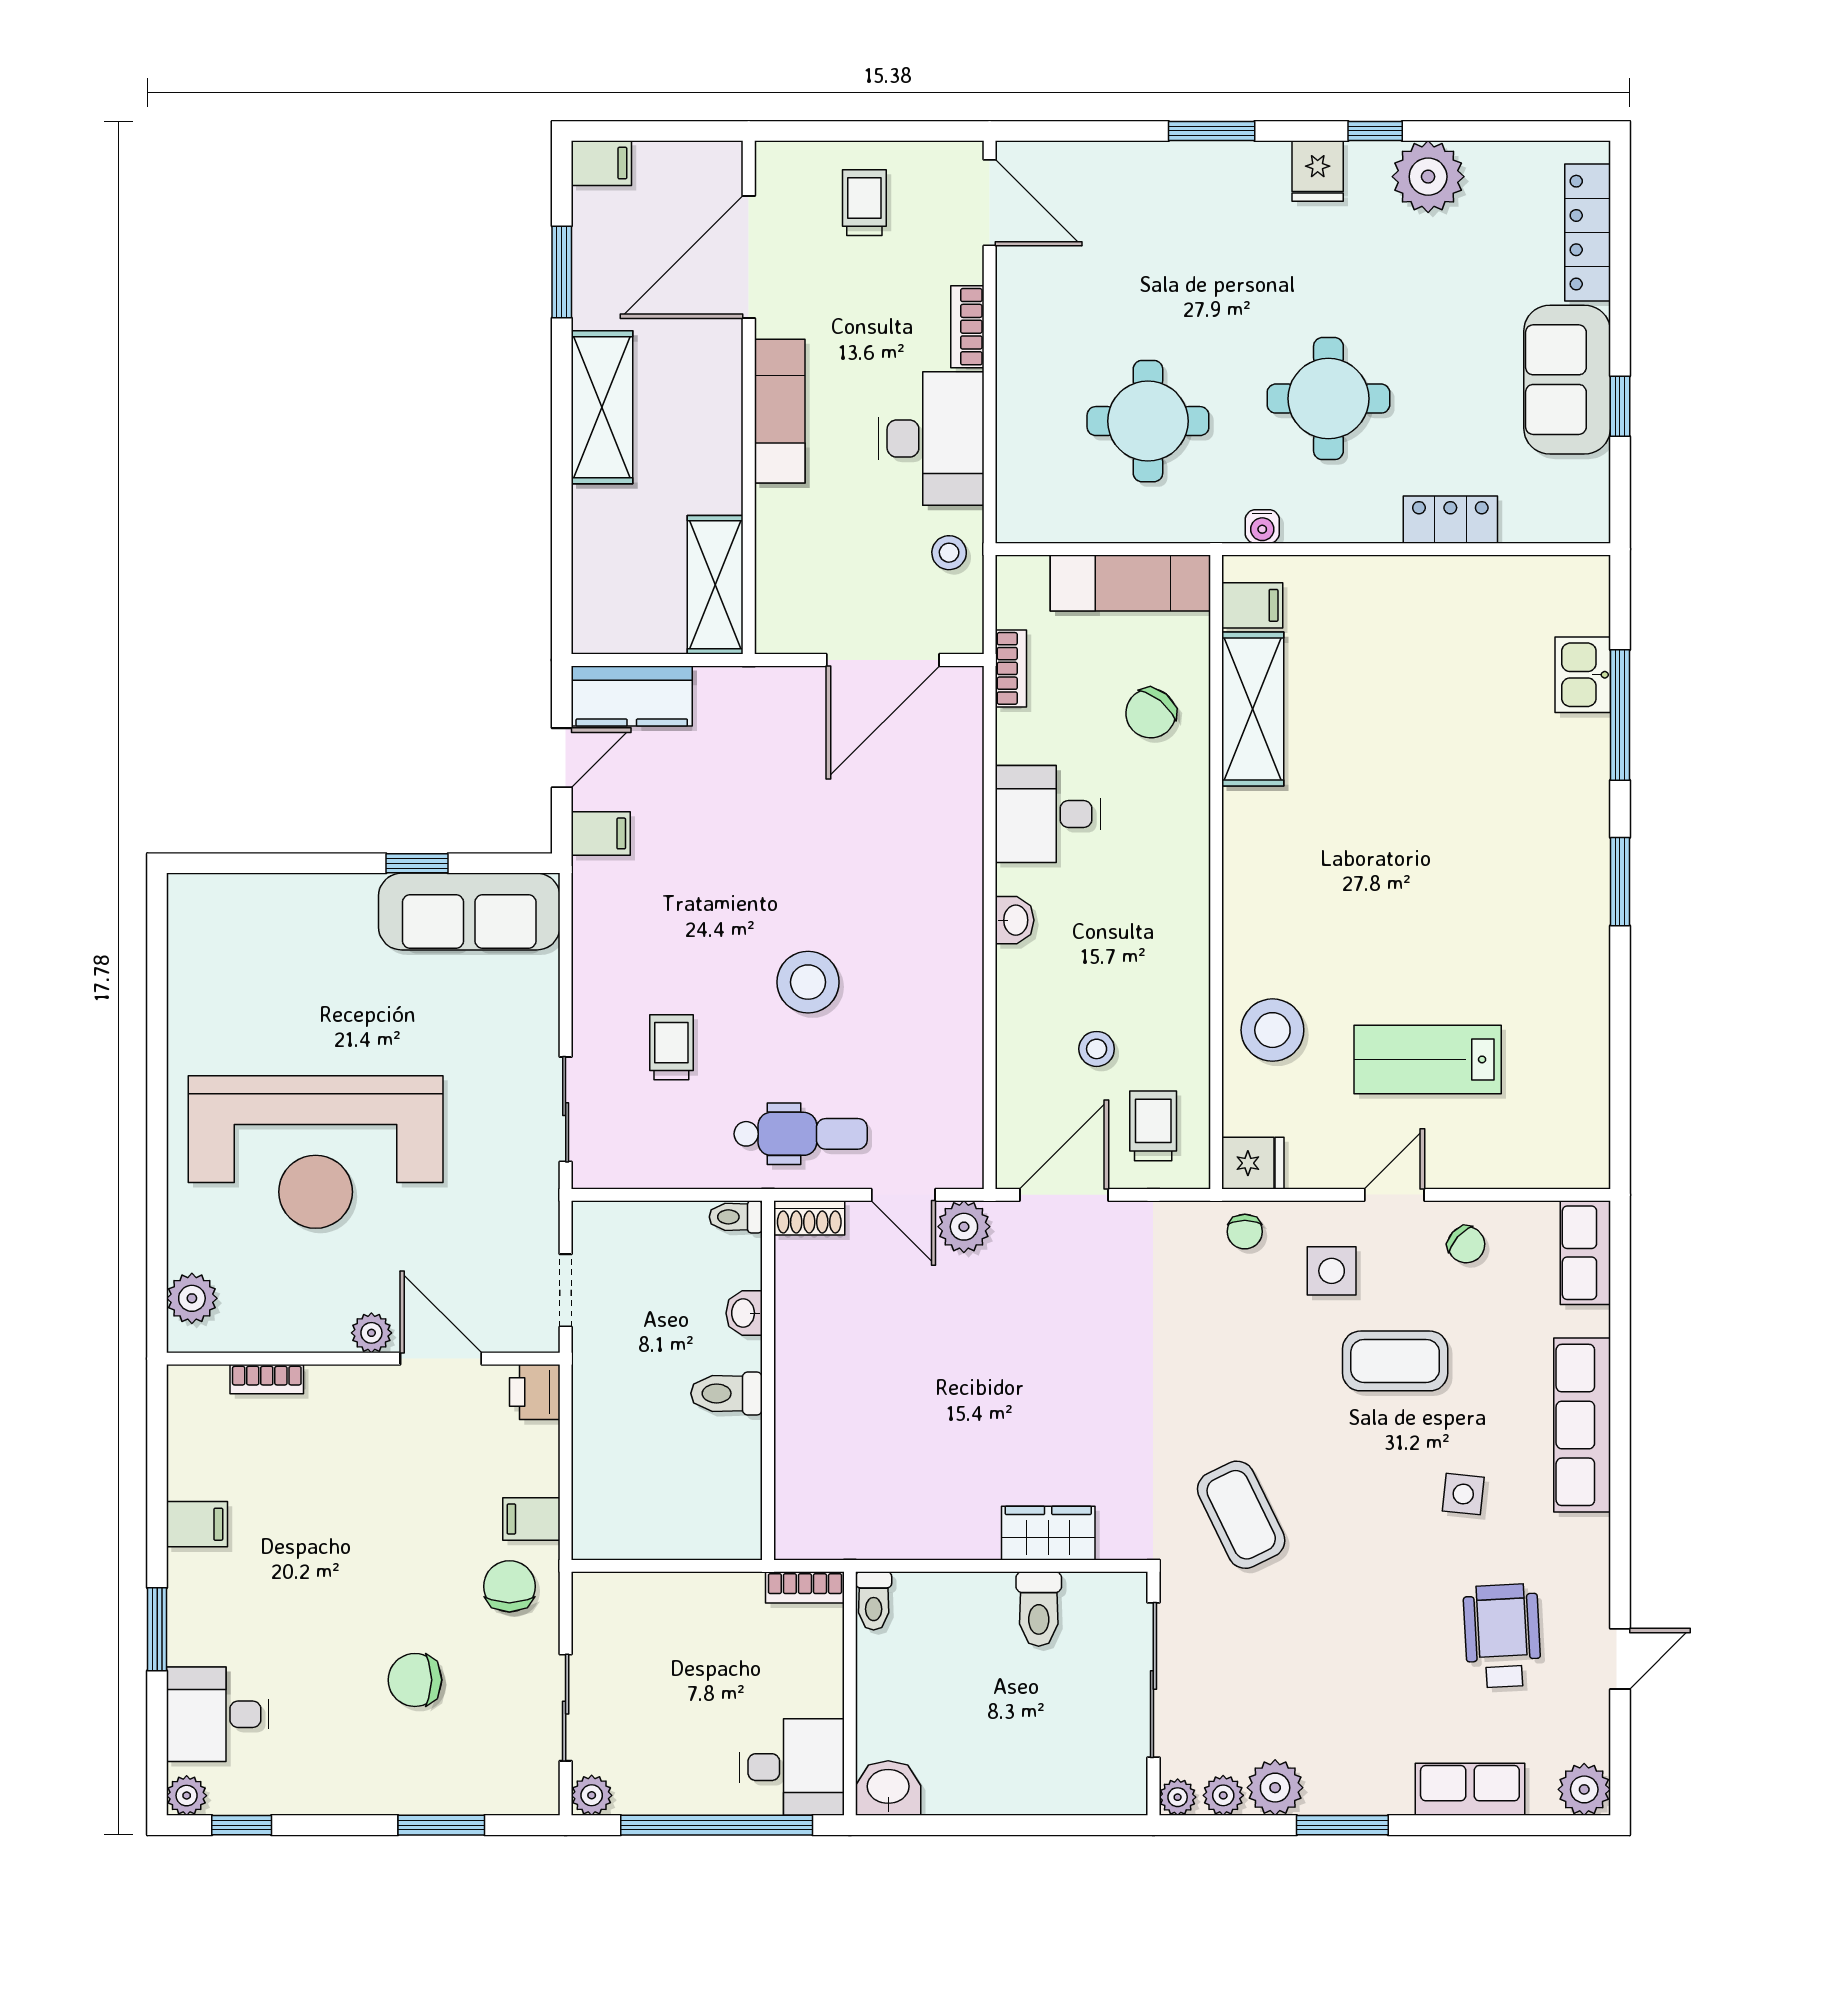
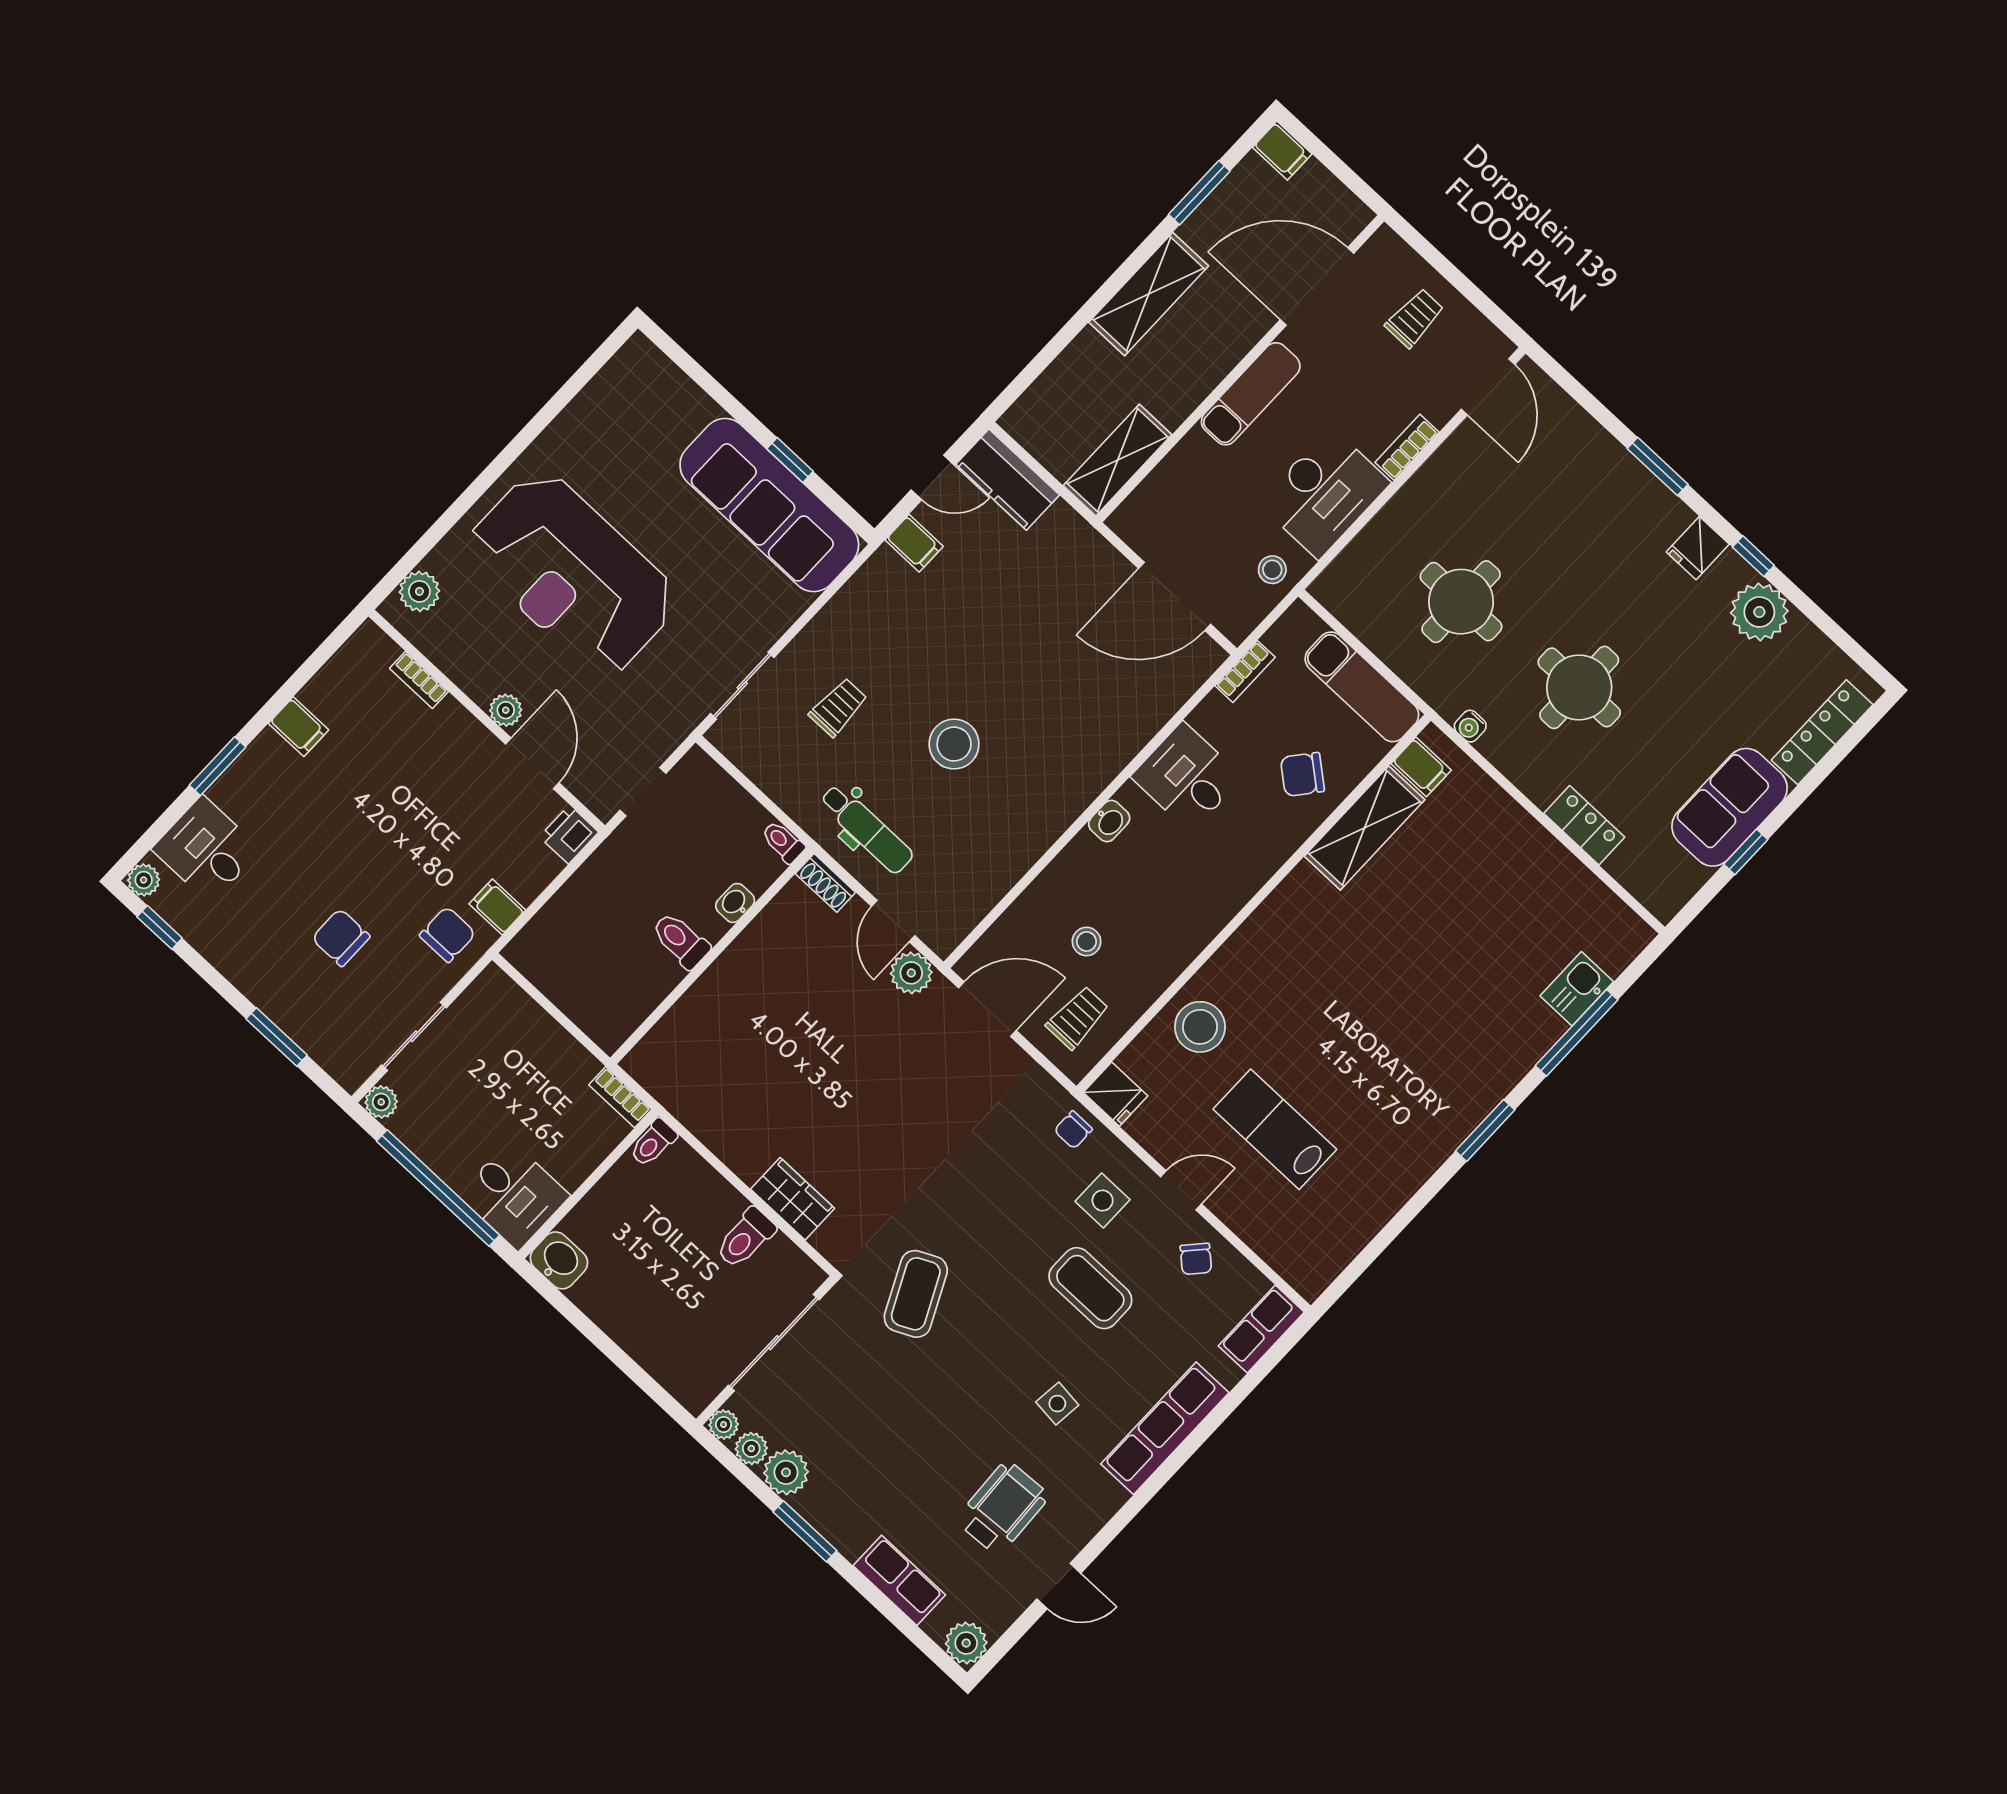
sofa: (469, 912) -> (769, 505), width x1.36, depth x1.27

